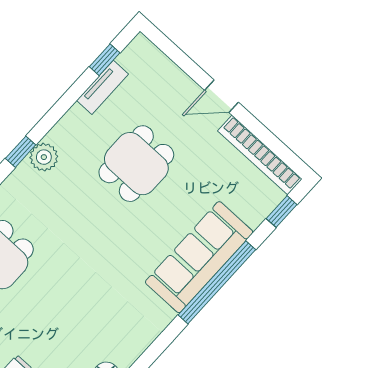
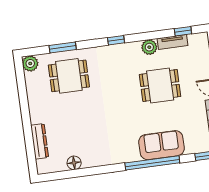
plant: (44, 157) -> (149, 47), moved
sofa: (199, 257) -> (161, 145), width x0.73

